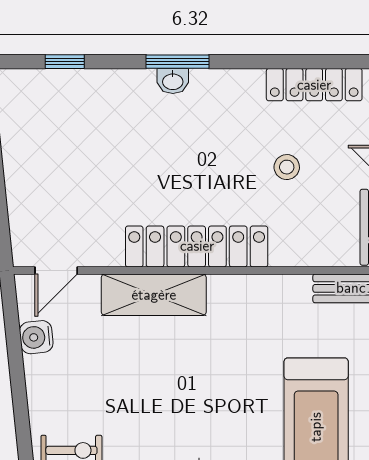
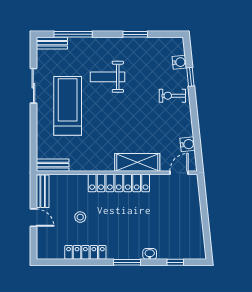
washbasin: (173, 81) -> (150, 254), moved
locker: (314, 85) -> (85, 252), moved

